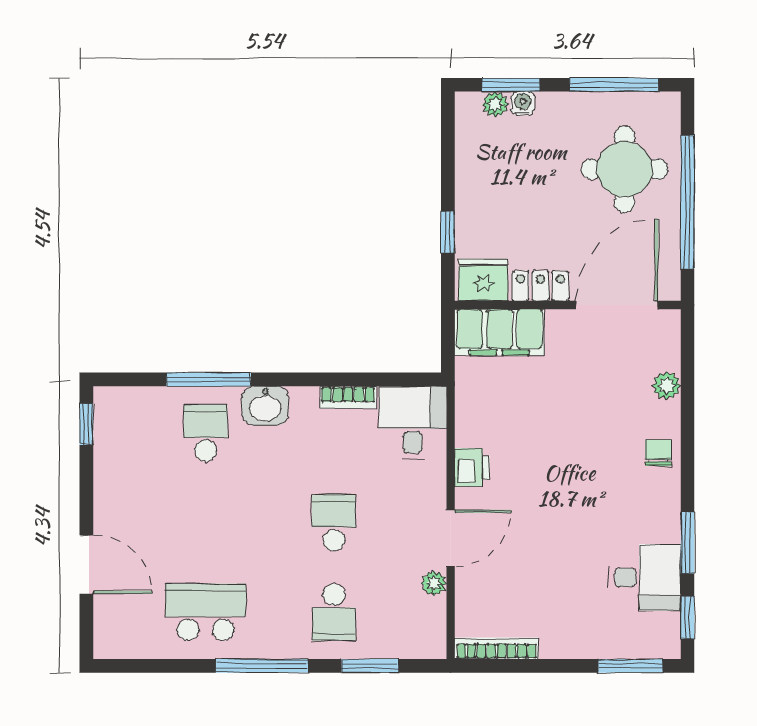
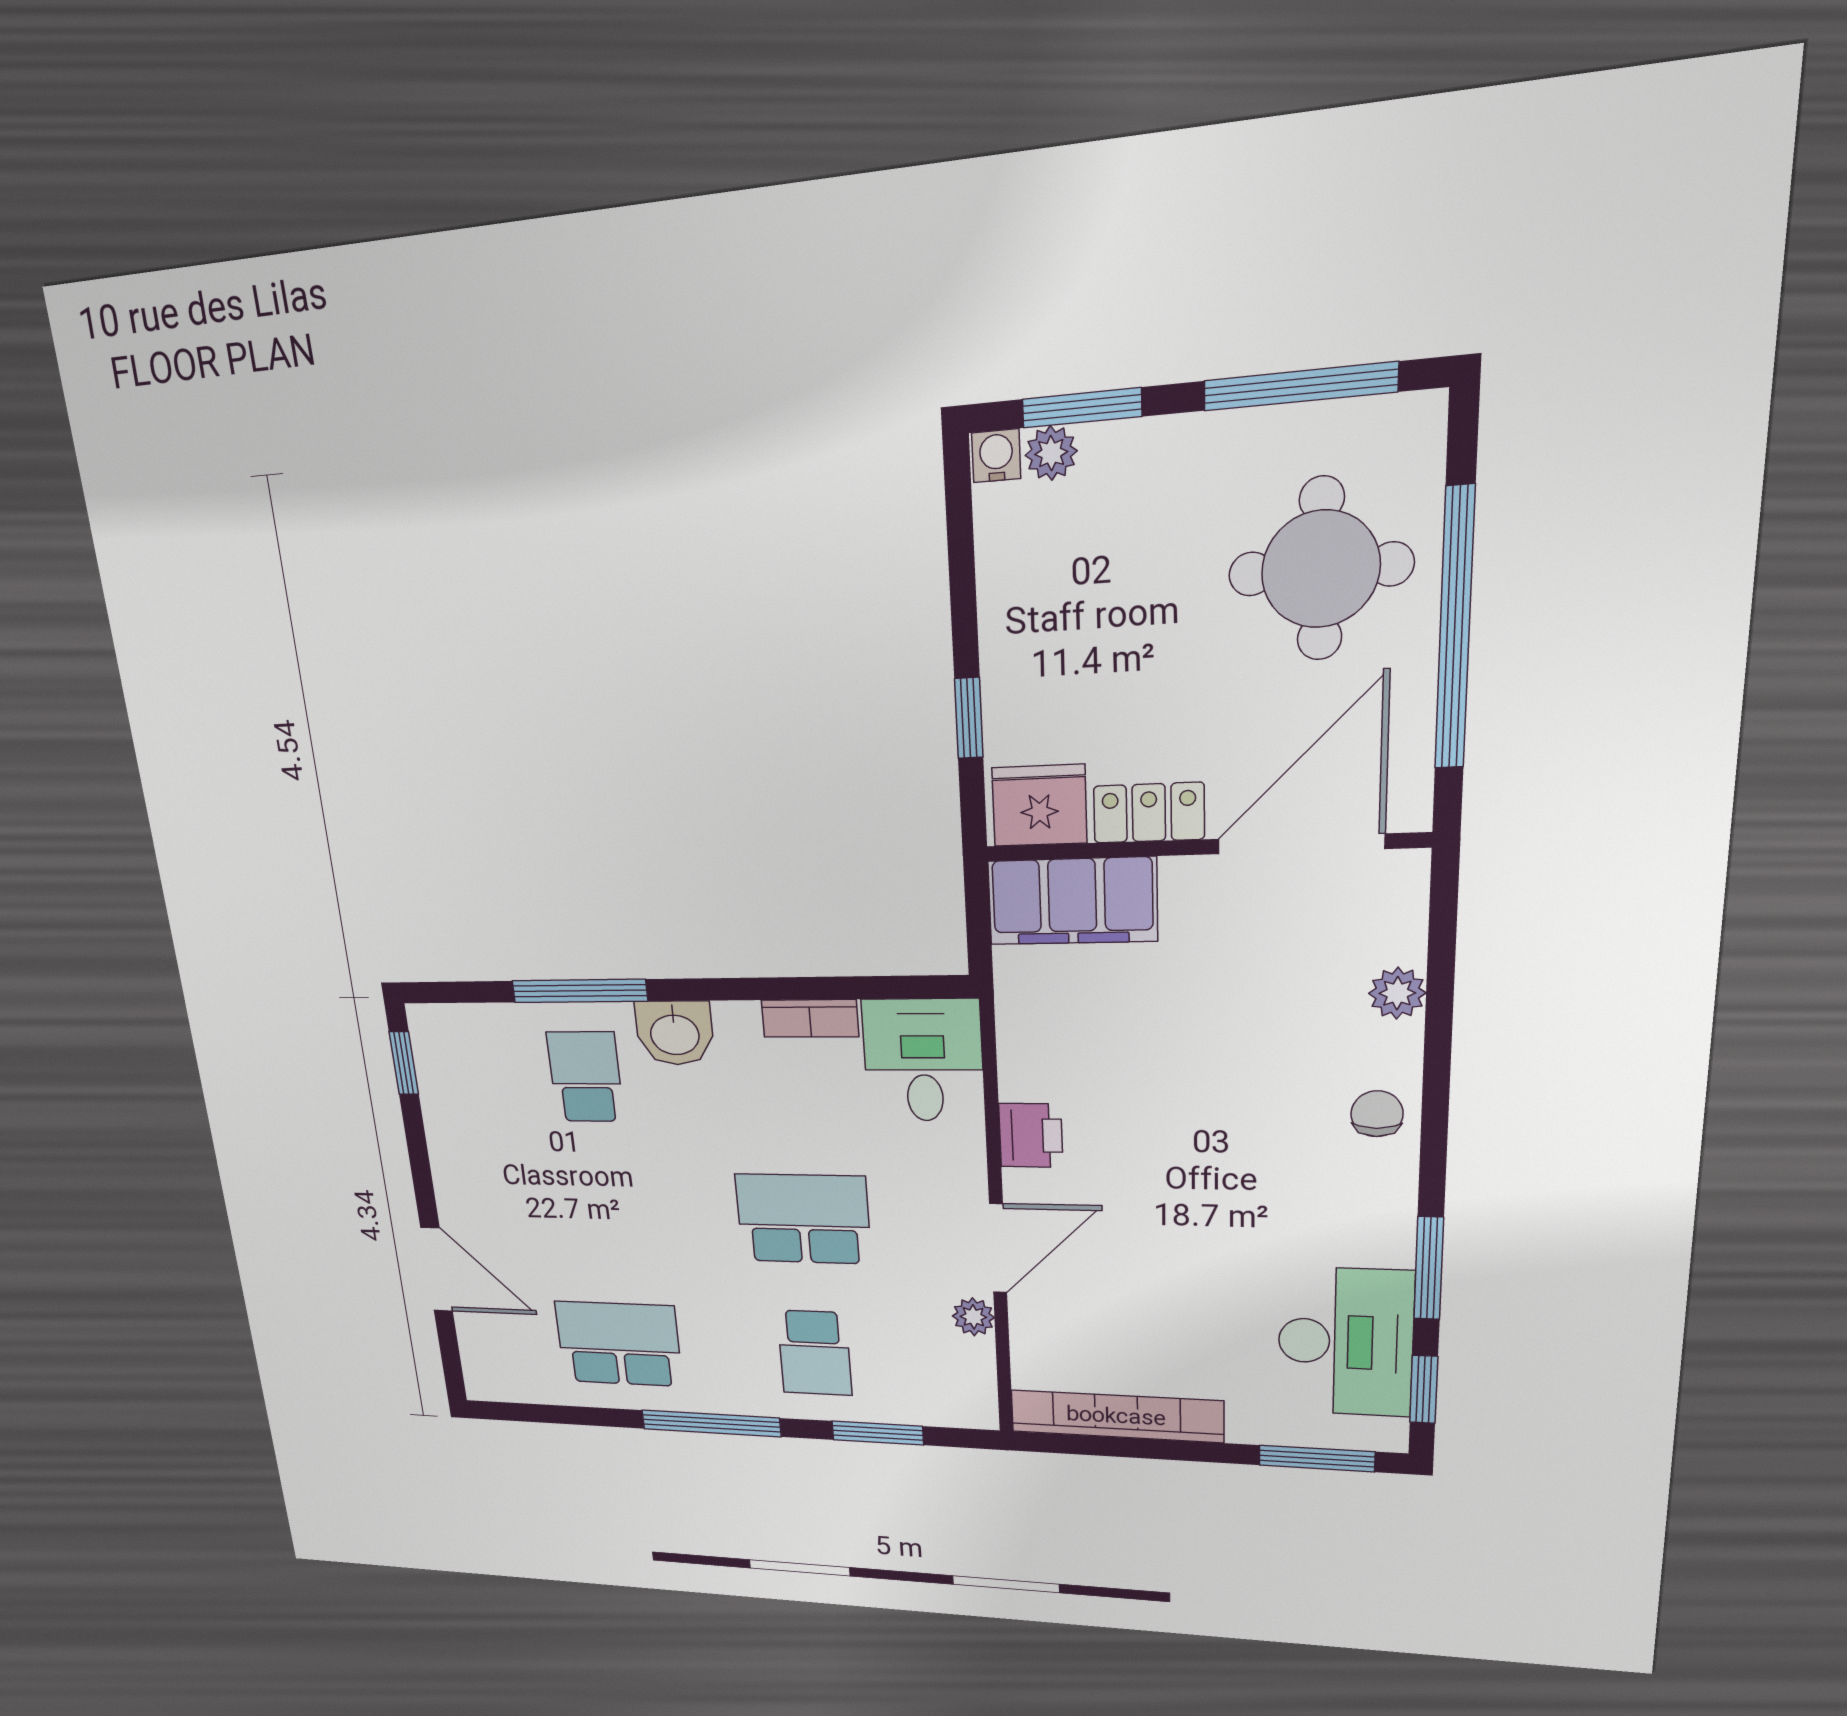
water cooler: (523, 103) -> (996, 456), moved
school desk: (334, 523) -> (803, 1219), width x1.85
desk: (645, 577) -> (1345, 1342), width x1.37
bookcase: (496, 648) -> (1116, 1416), width x1.48, depth x1.31

